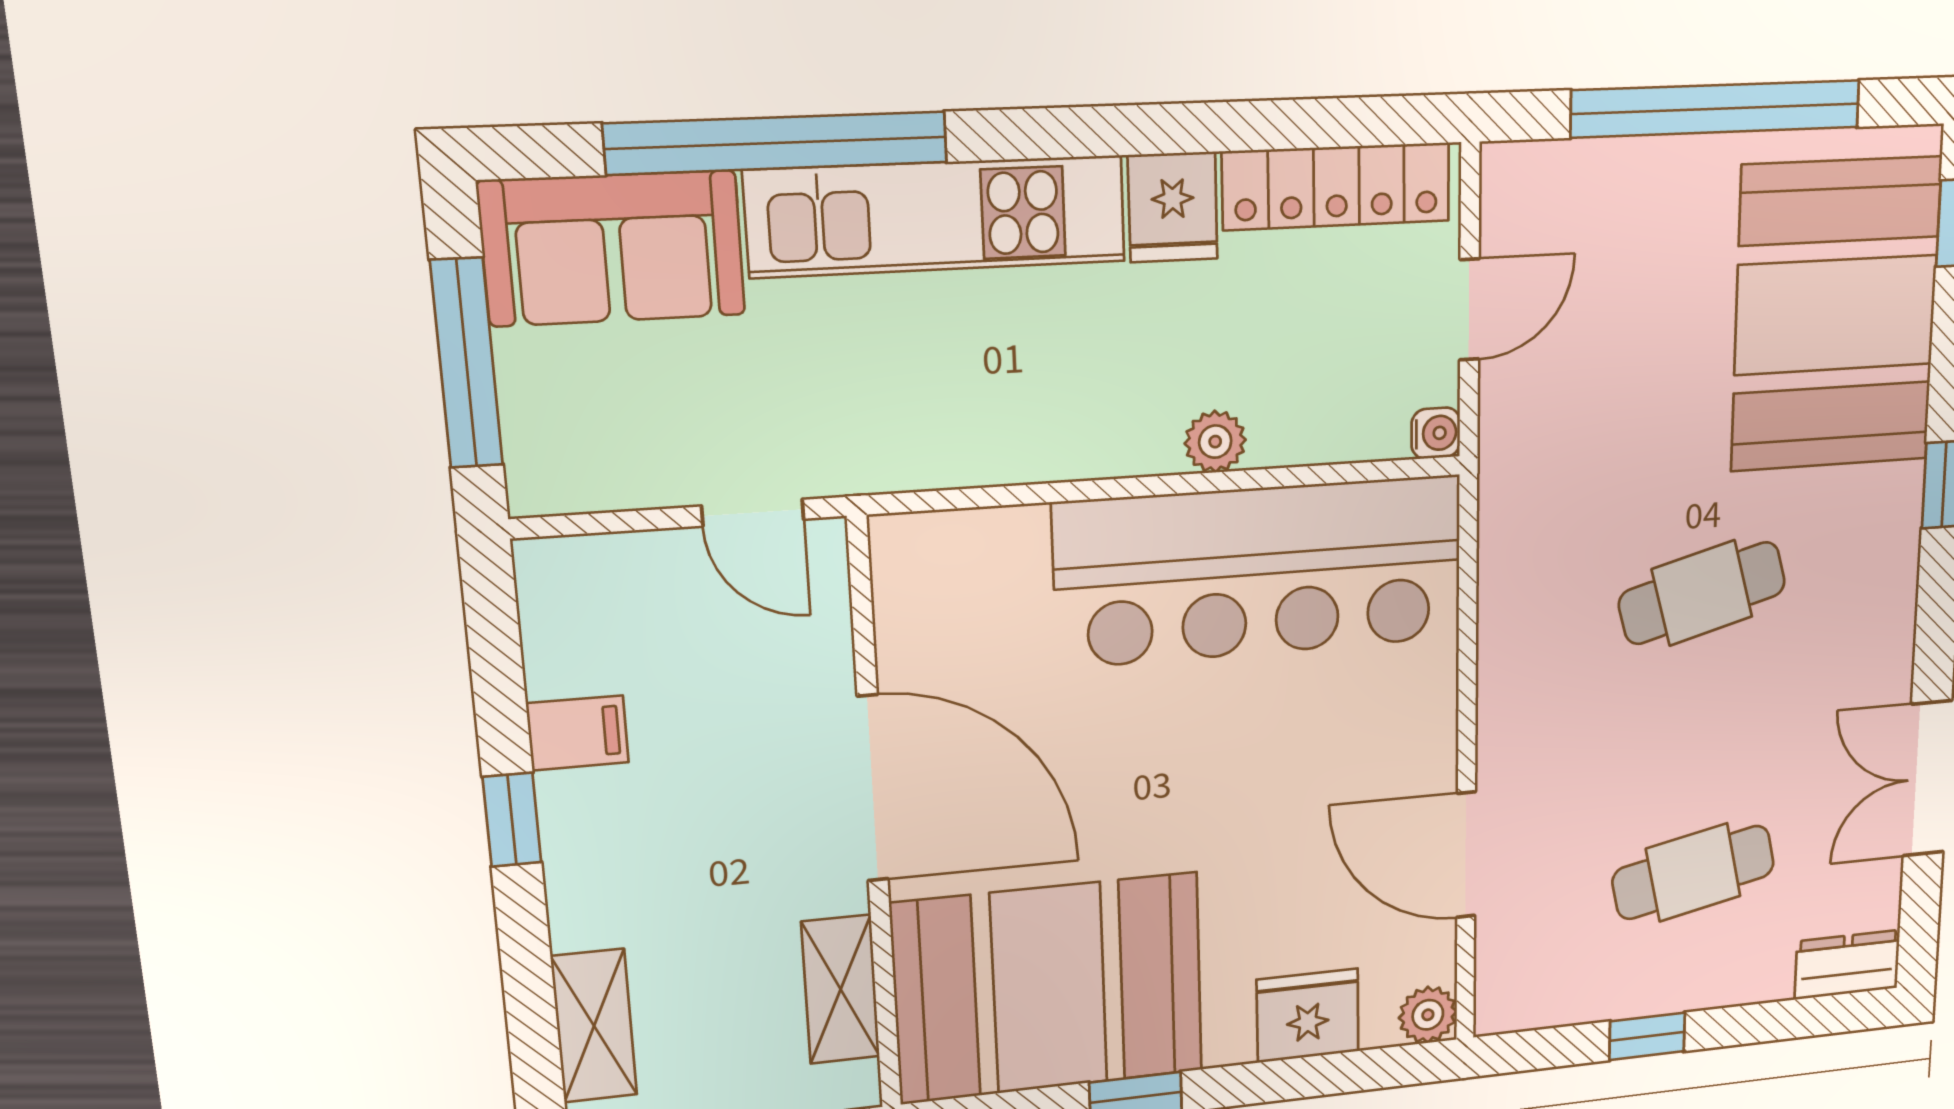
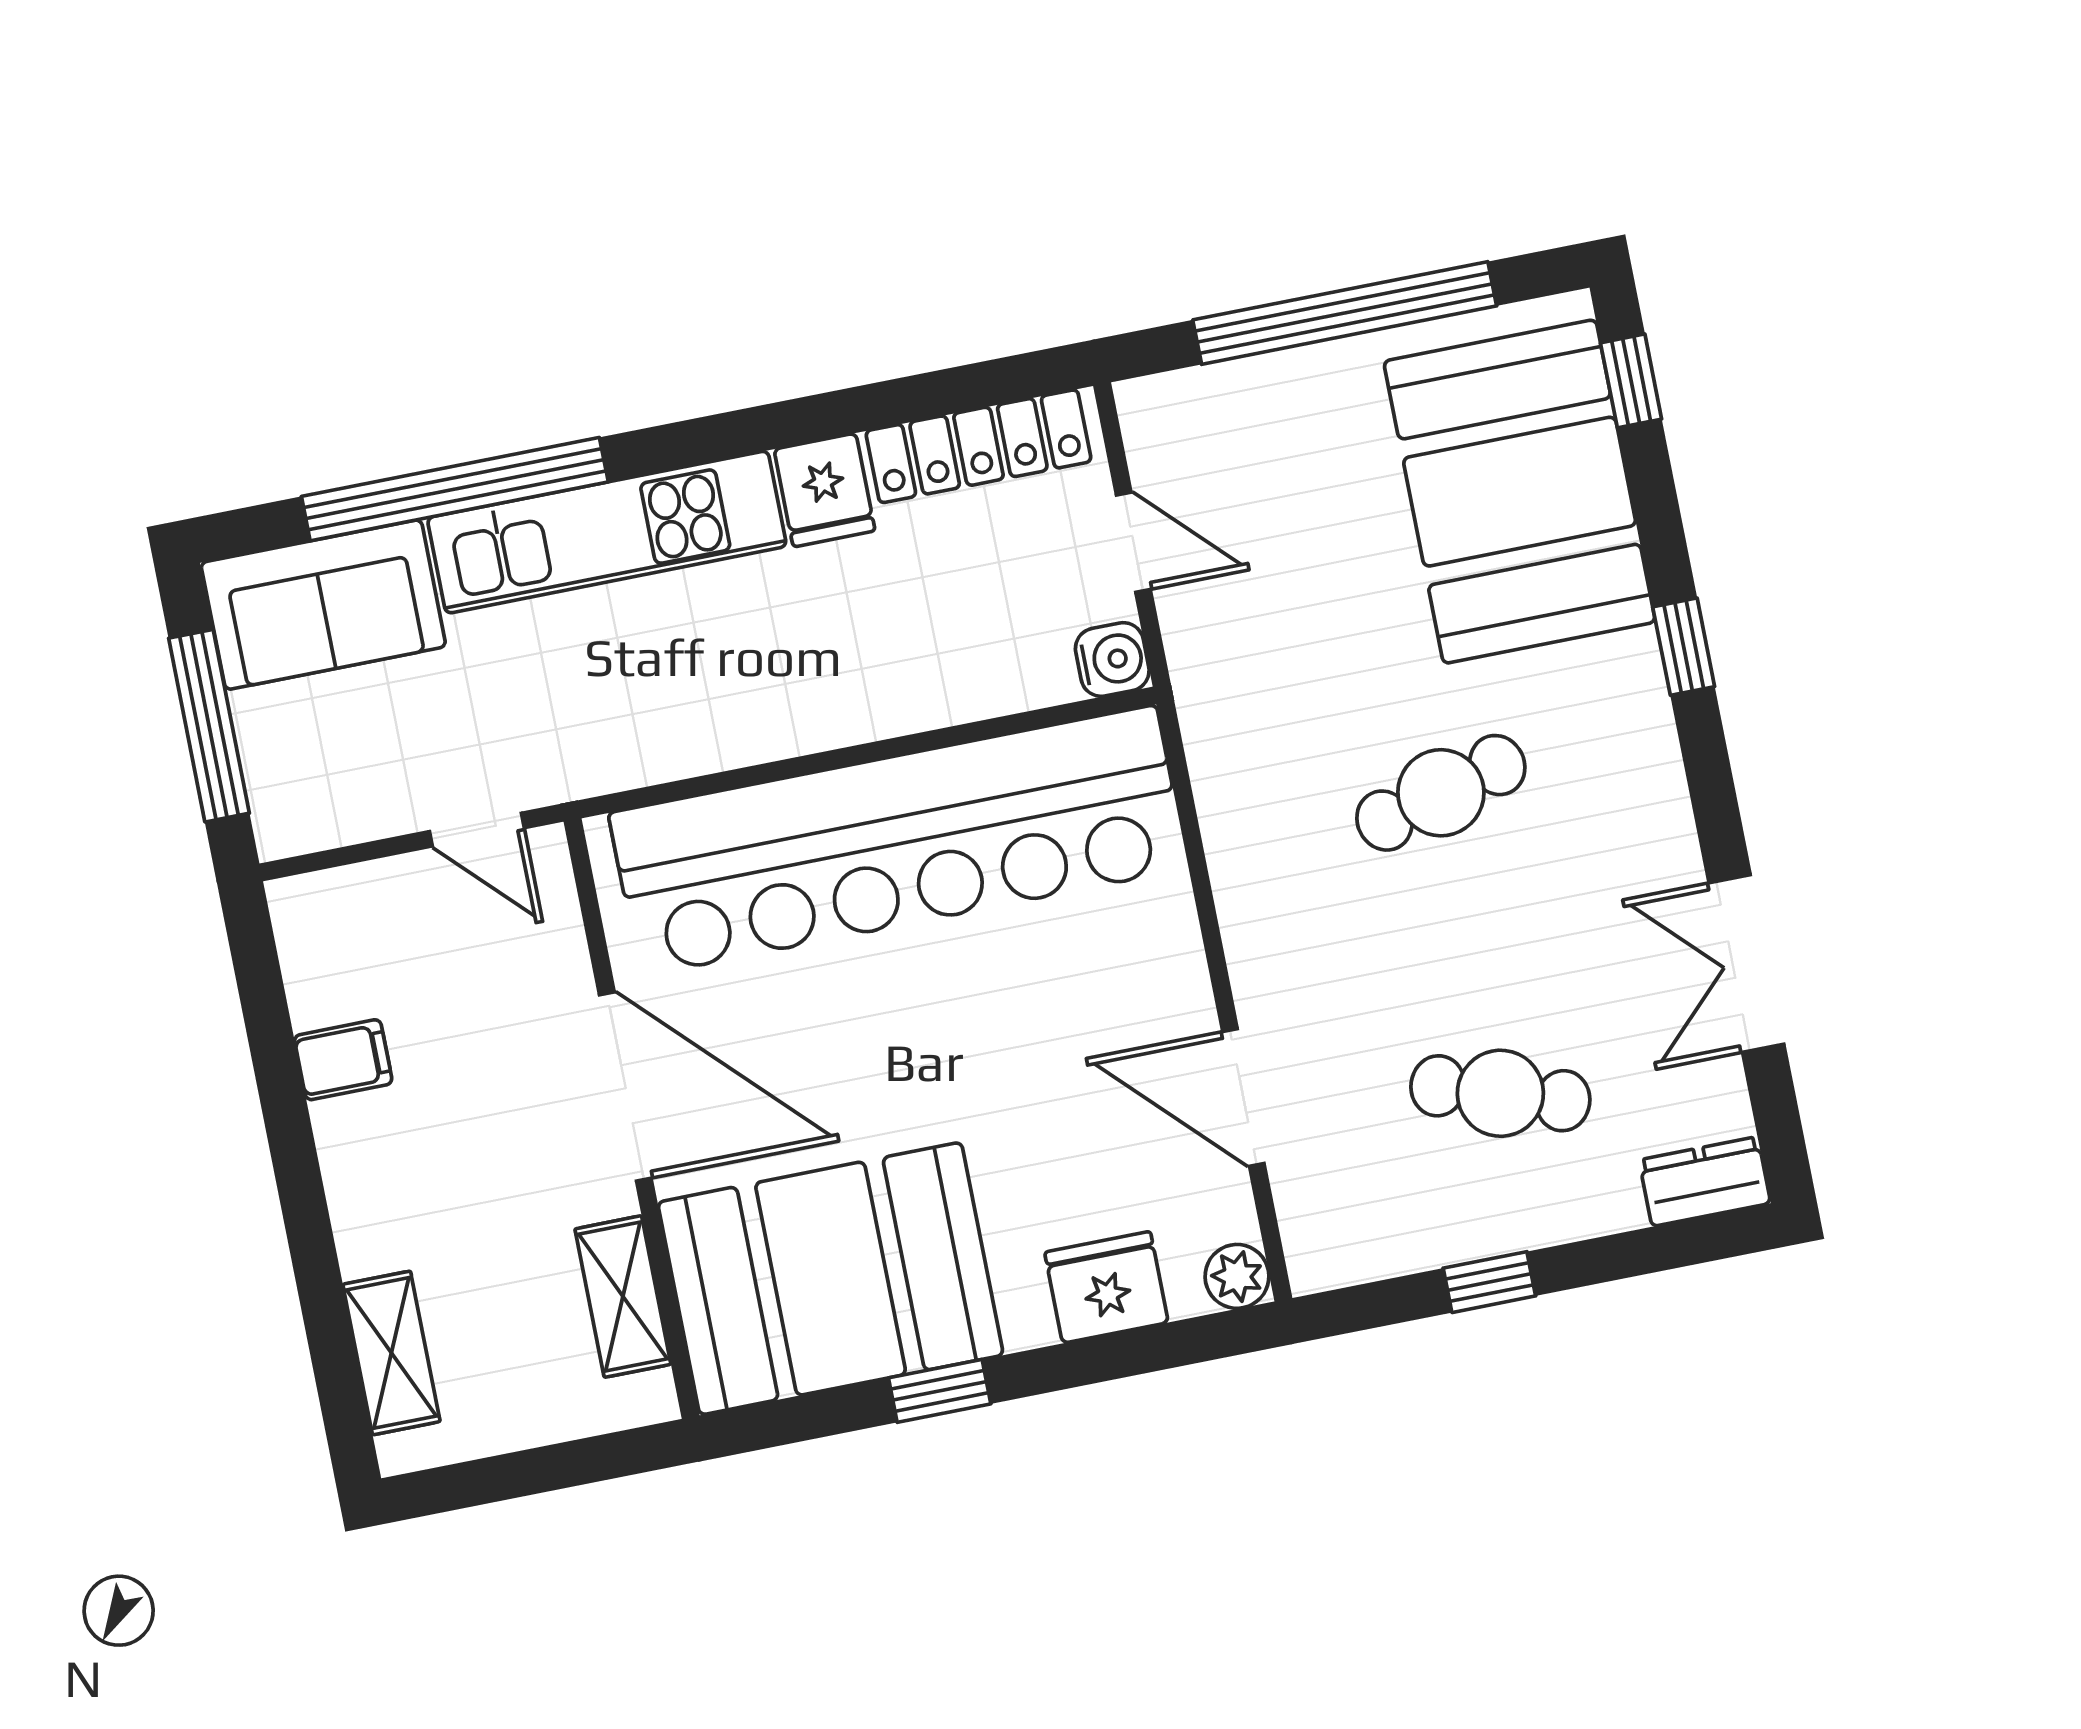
door: (1469, 310) -> (1133, 542), hinge flipped
water cooler: (1436, 433) -> (1112, 660), width x1.38, depth x1.38
plant: (1215, 442) -> (904, 705), removed
bar counter: (1260, 571) -> (898, 841), width x1.36
window: (512, 820) -> (293, 1151), removed
cafe table: (1693, 872) -> (1500, 1093), turned 30

